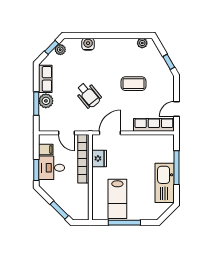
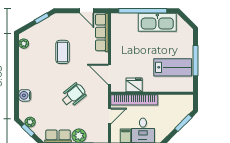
window: (177, 168) -> (143, 11), width x1.46

